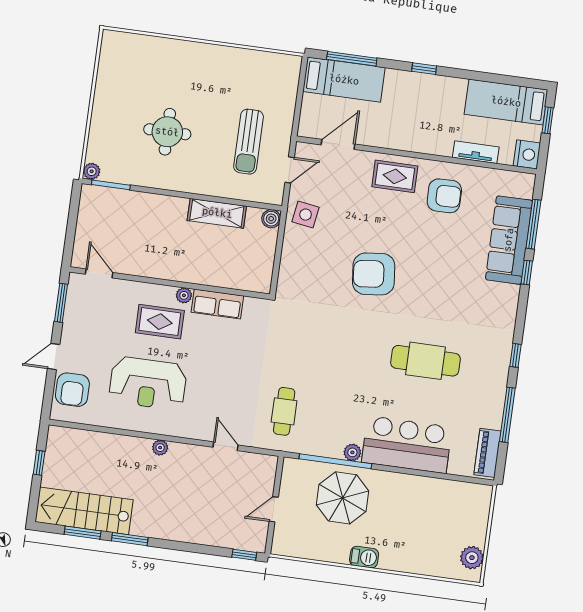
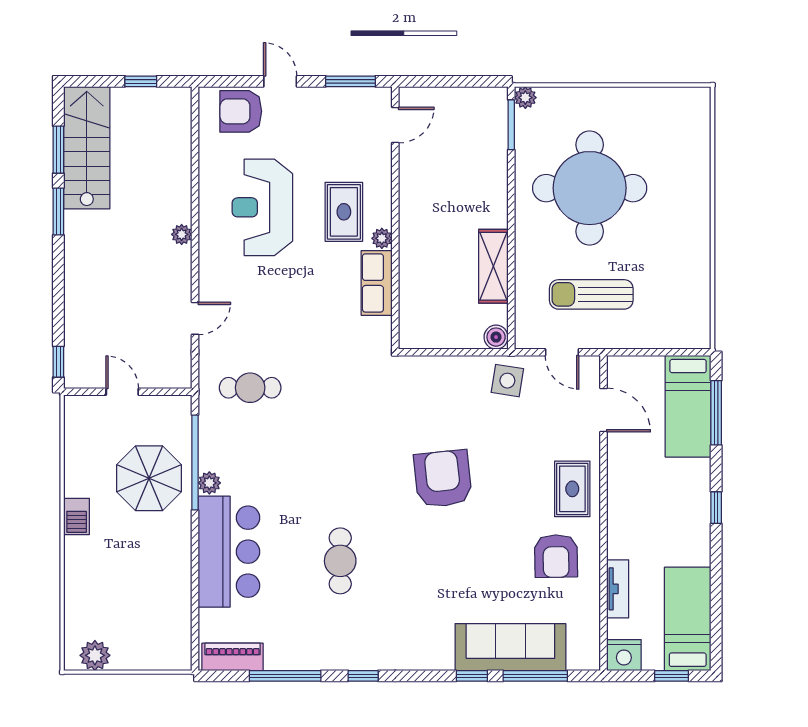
round table: (167, 132) -> (590, 188), width x1.86, depth x1.86
cafe table: (425, 361) -> (340, 561), width x0.73, depth x0.74

